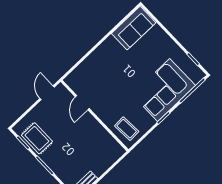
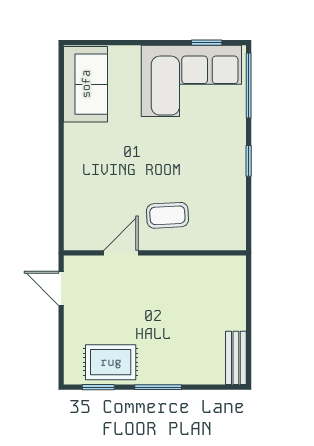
corner sofa: (164, 90) -> (191, 81), moved, turned -90
door: (82, 103) -> (121, 253), swing flipped
coffee table: (127, 129) -> (167, 215), moved

